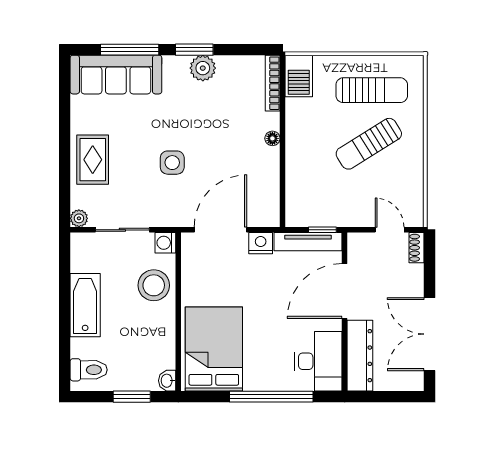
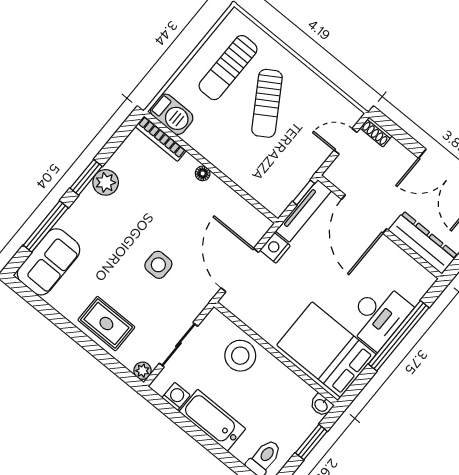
sofa: (116, 75) -> (49, 262), width x0.73
sun lounger: (372, 90) -> (228, 68), turned 180
washing machine: (165, 243) -> (176, 396), moved, turned 180
desk: (318, 361) -> (378, 316), moved, turned 90

